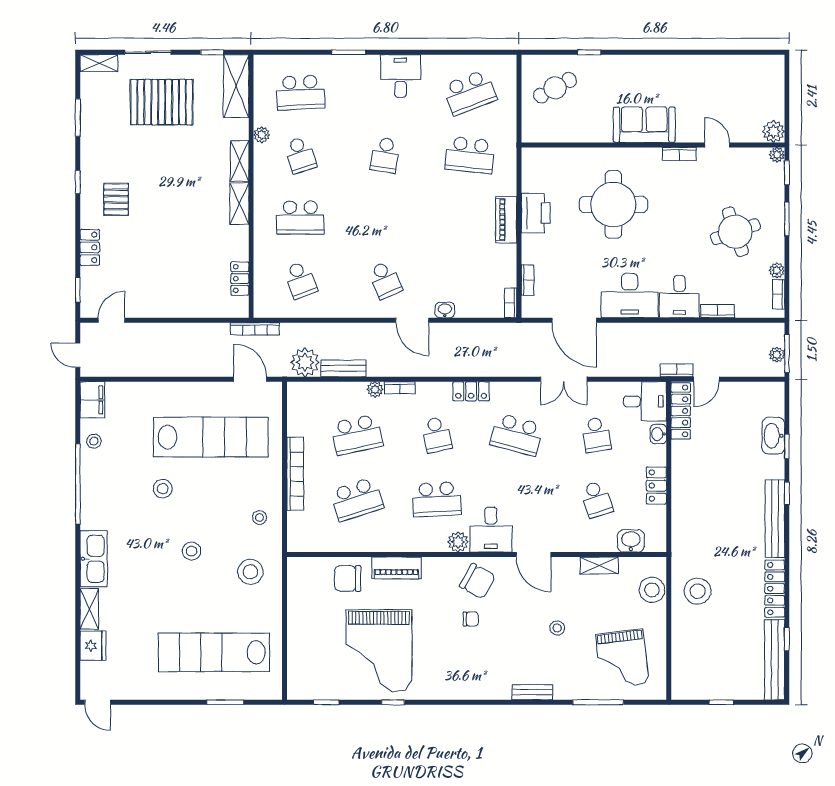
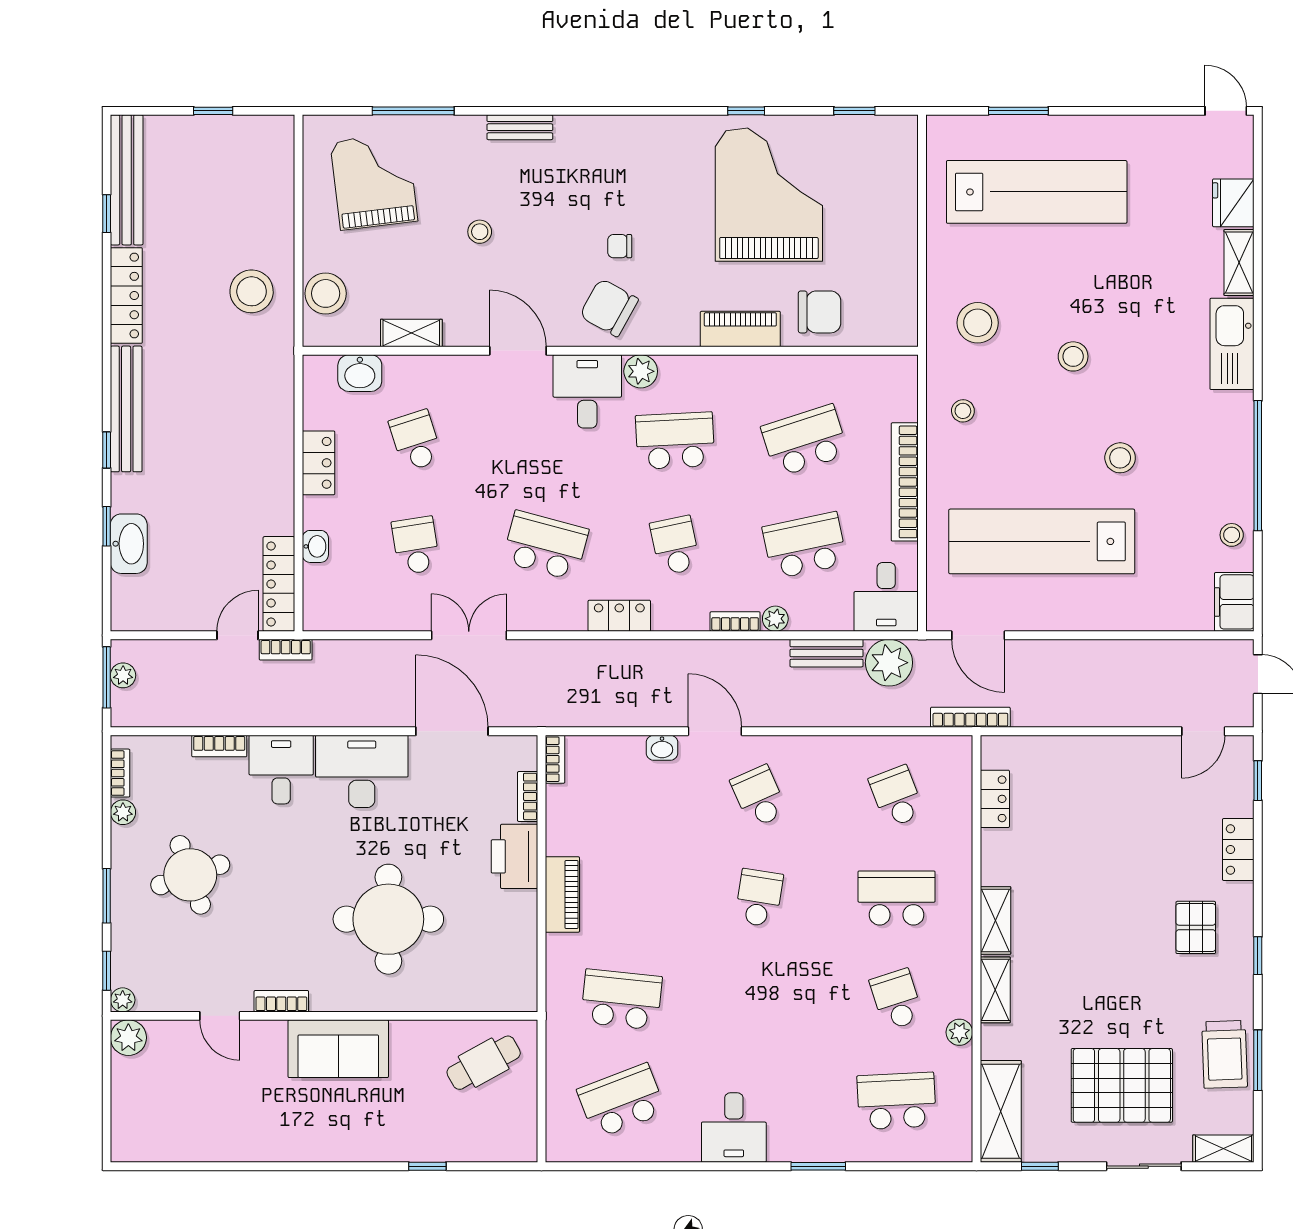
cafe table: (555, 88) -> (484, 1063), moved
trolley: (98, 121) -> (1225, 1054), added
school desk: (385, 155) -> (759, 898), moved
printer: (536, 213) -> (515, 856), moved
desk: (645, 401) -> (886, 597), moved, turned -90

